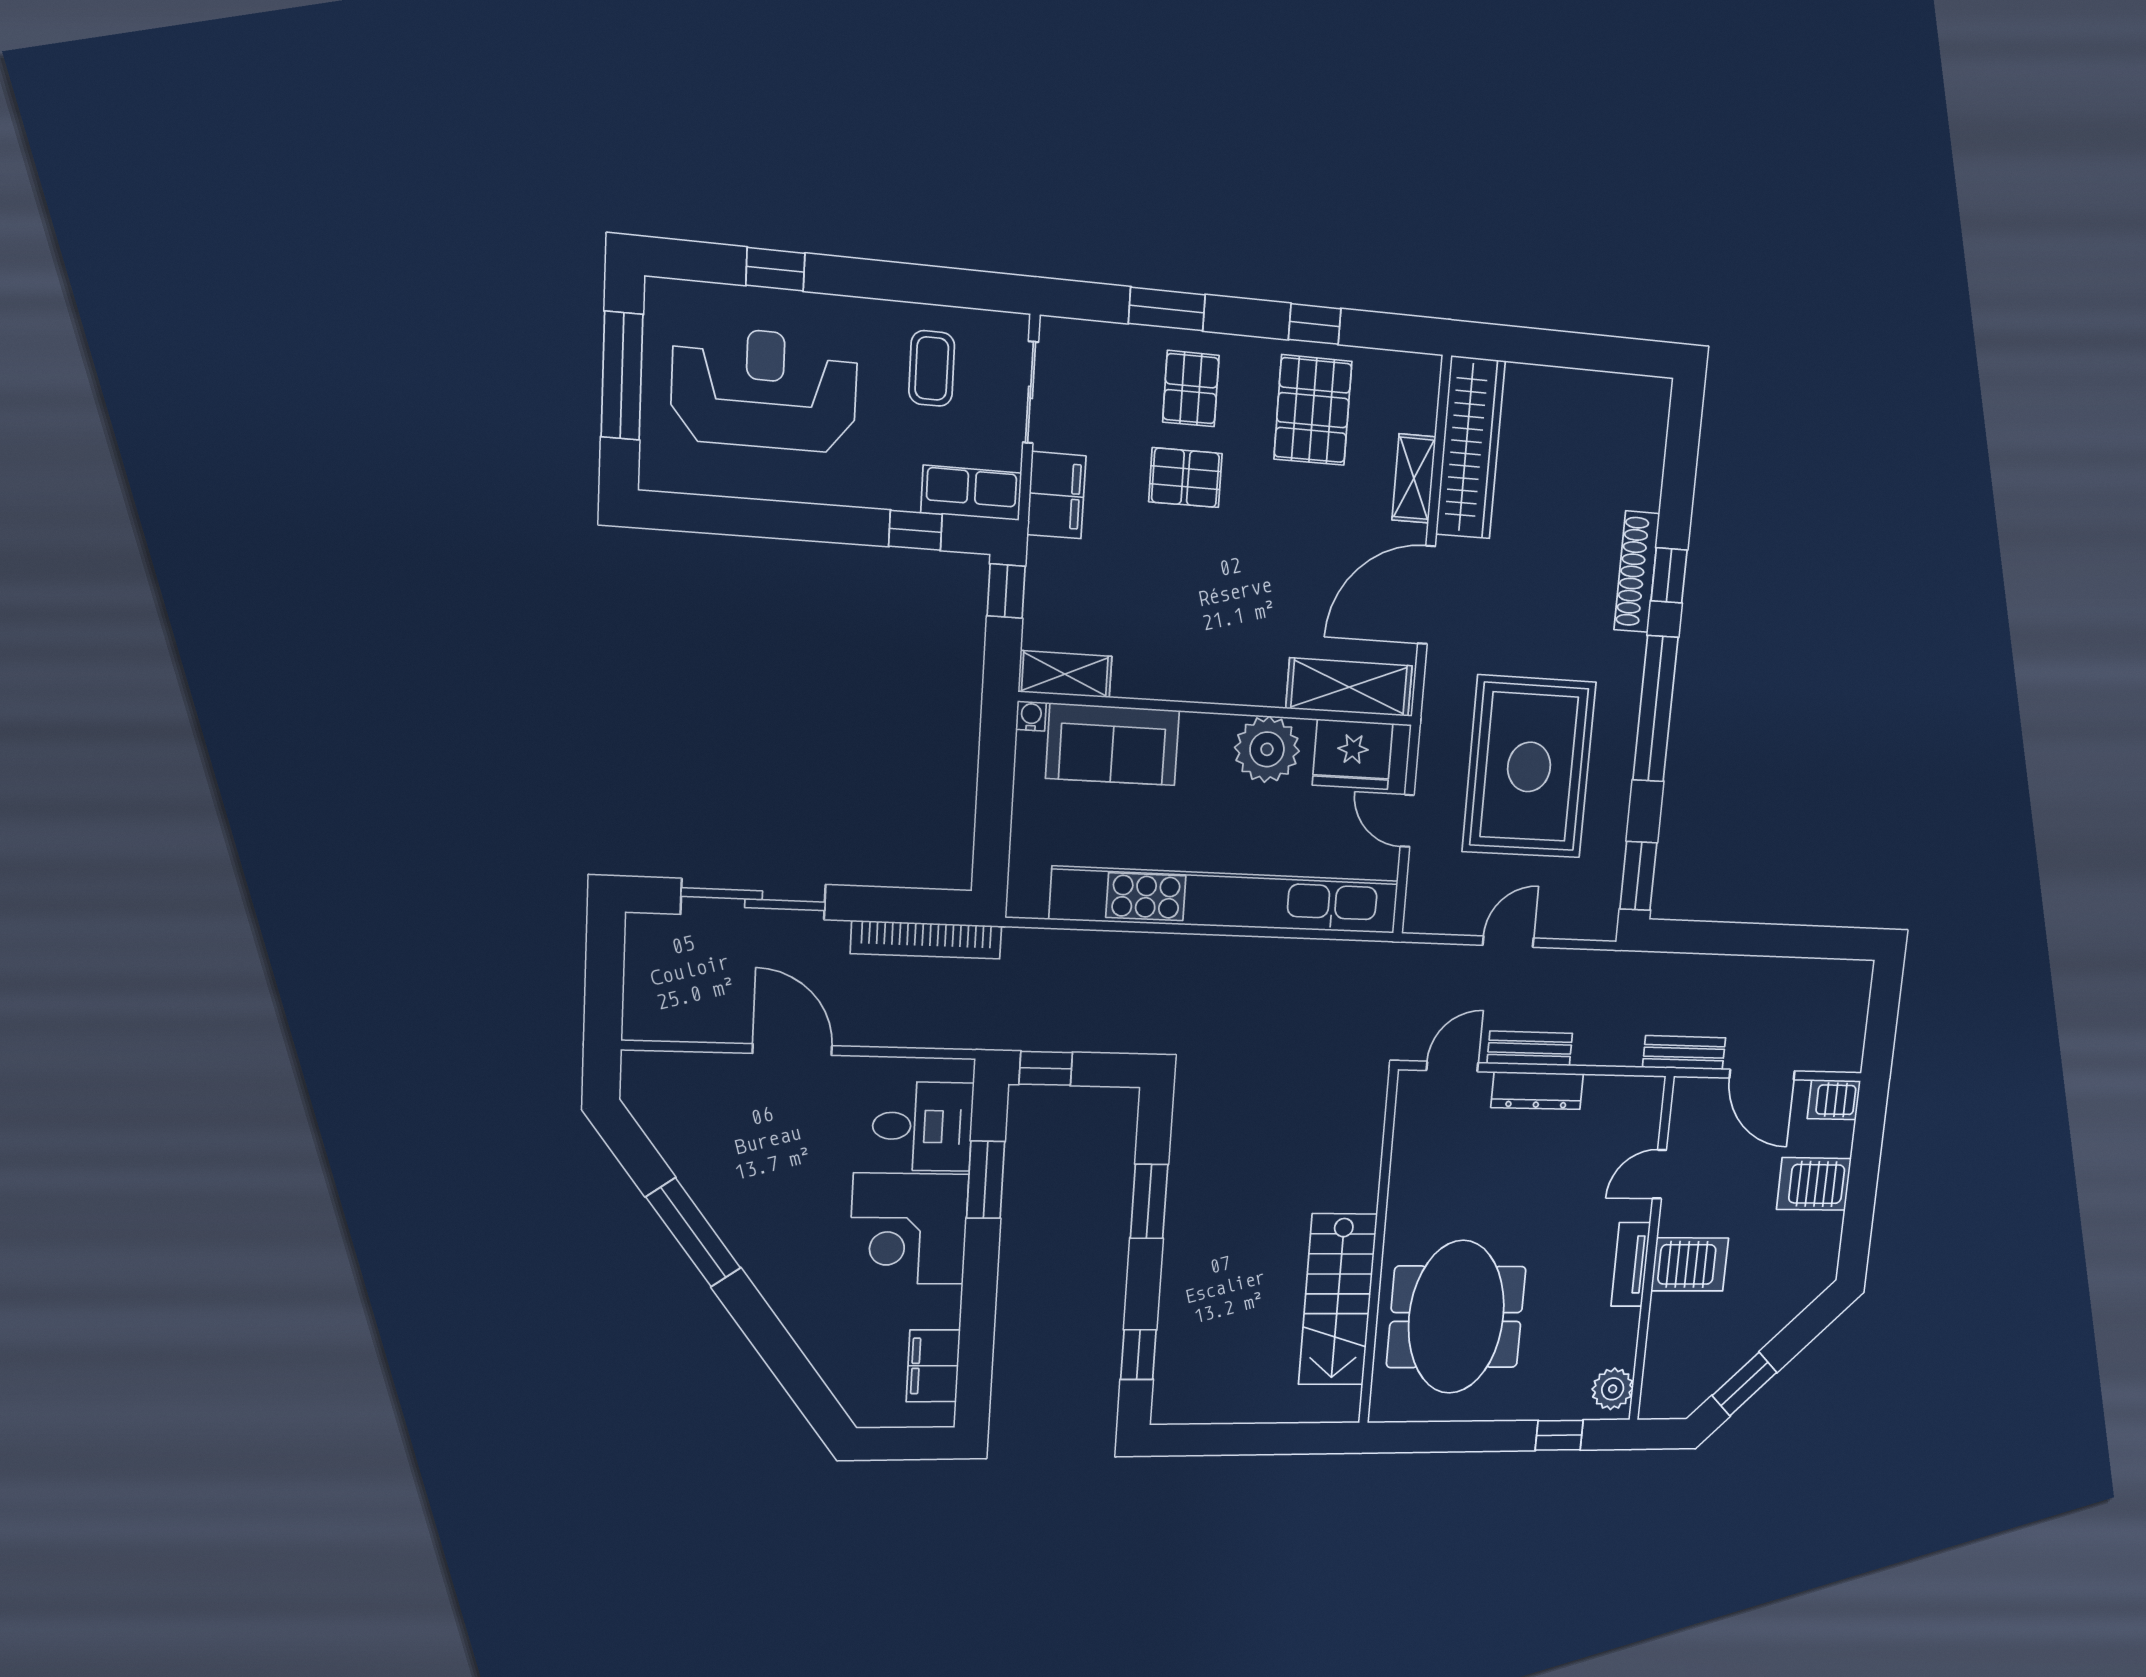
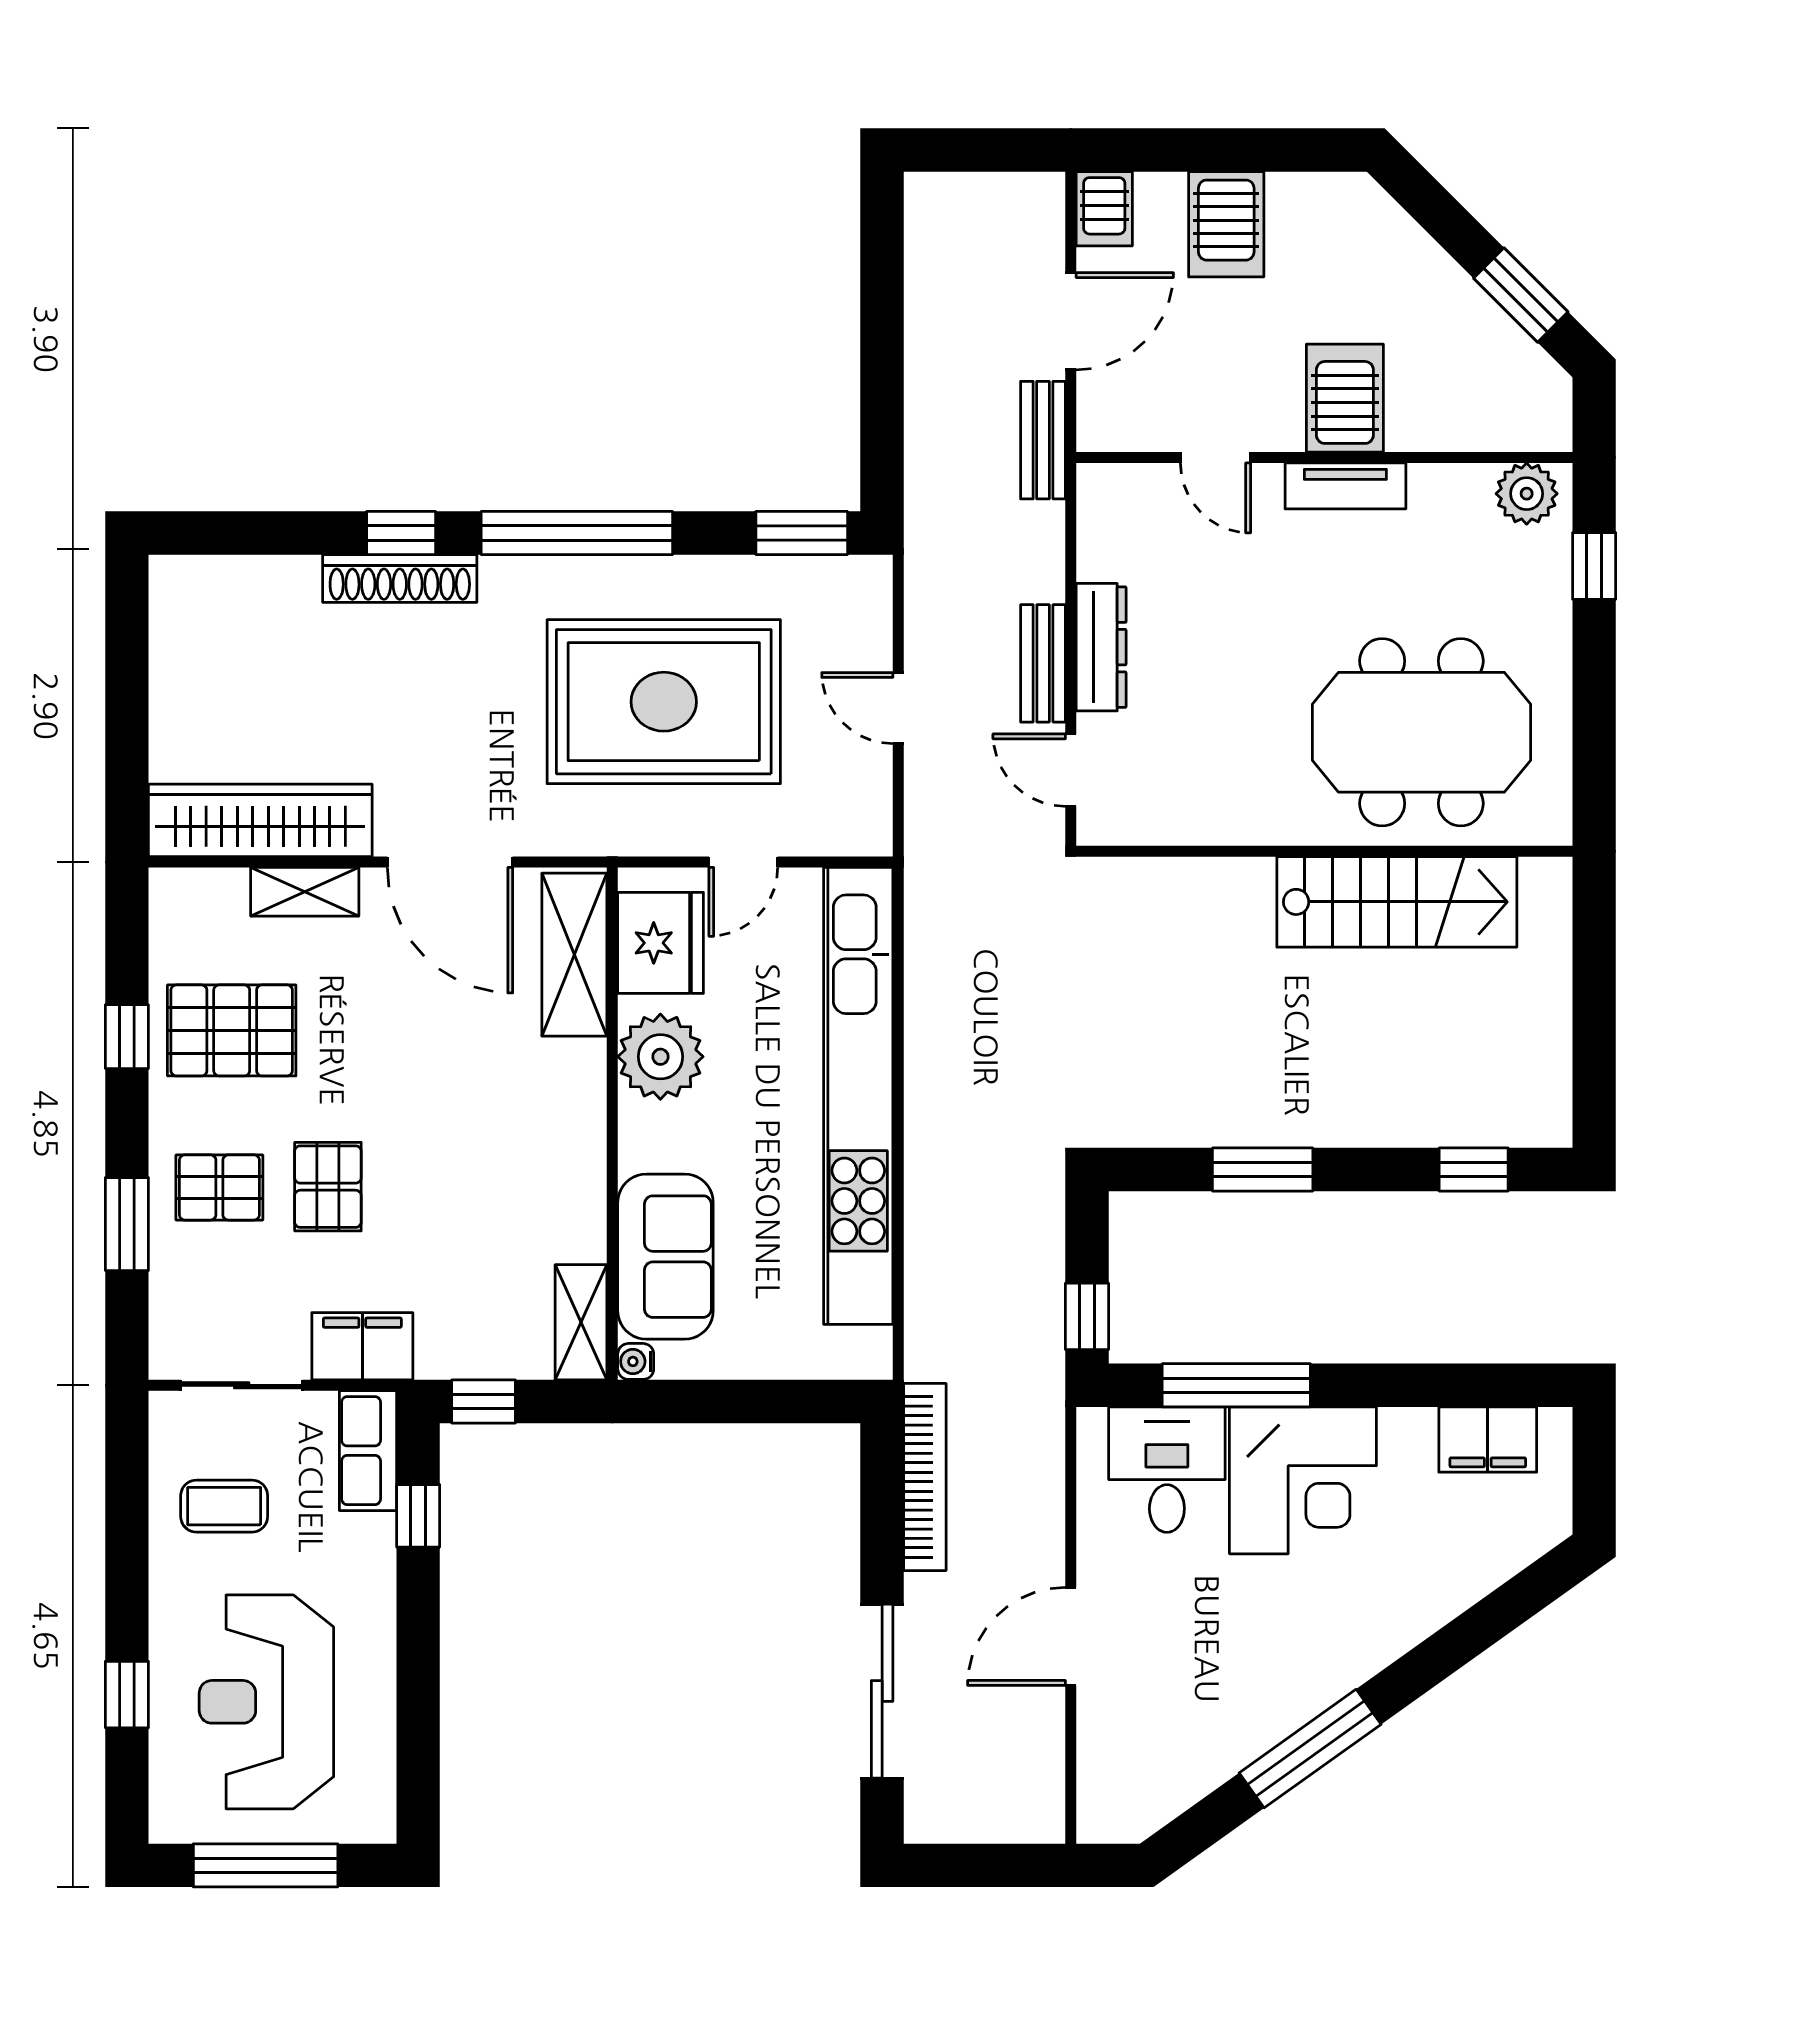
window: (986, 1180) -> (1236, 1385), width x1.44

